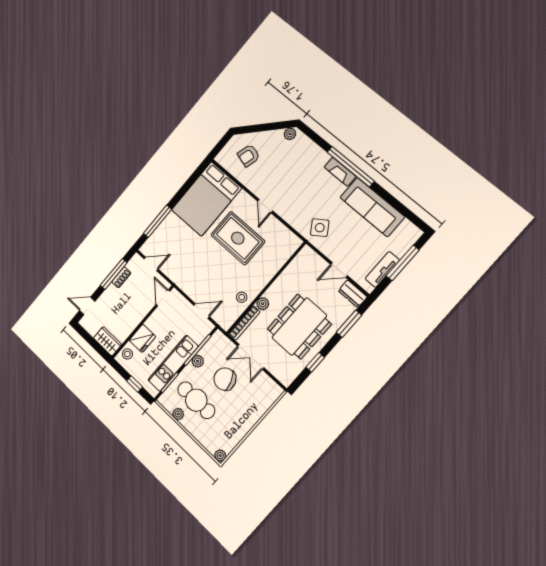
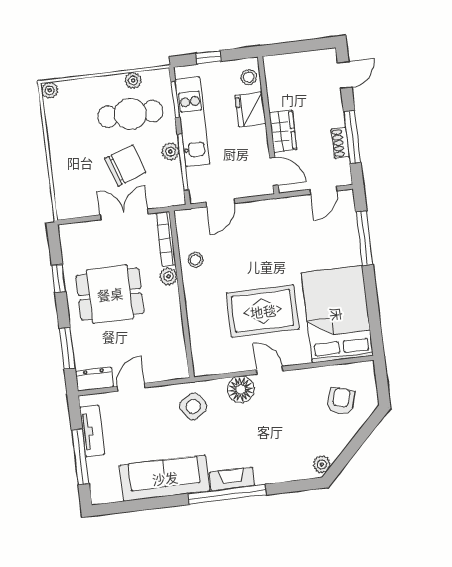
floor lamp: (288, 211) -> (241, 389), added
dining table: (299, 327) -> (110, 294), width x0.73
wardrobe: (107, 341) -> (283, 131), moved, turned -90

